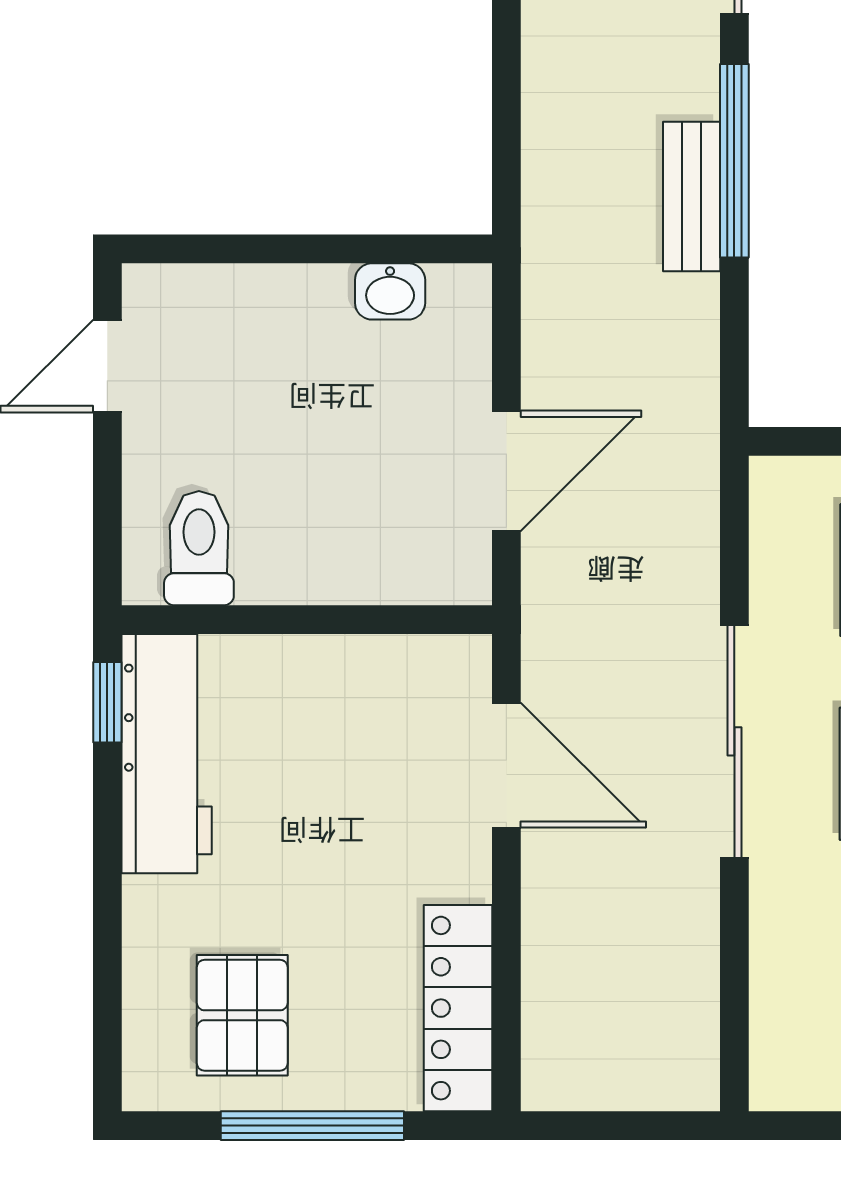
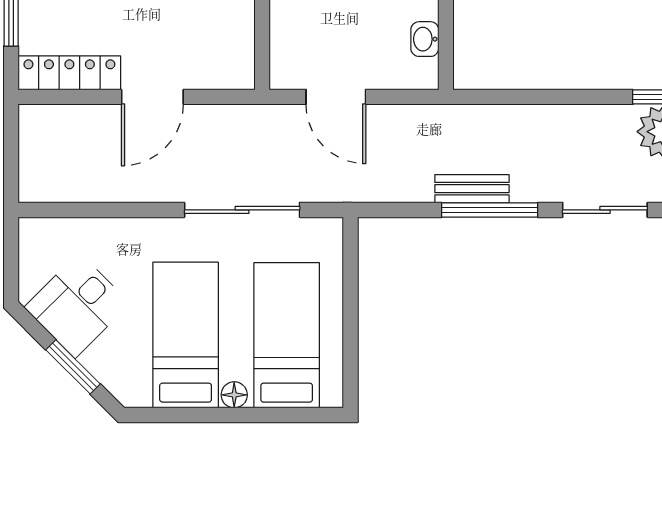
sliding door: (734, 741) -> (242, 210), moved
door: (506, 765) -> (152, 97), moved

